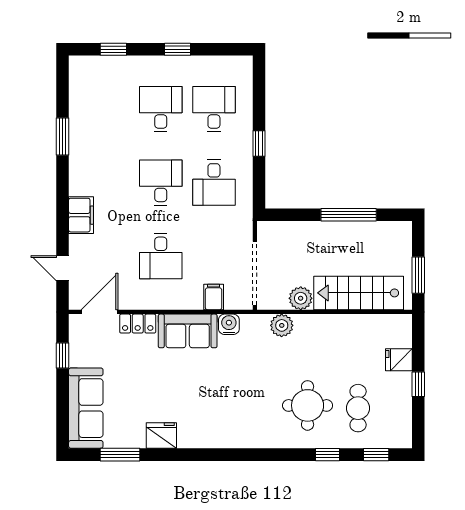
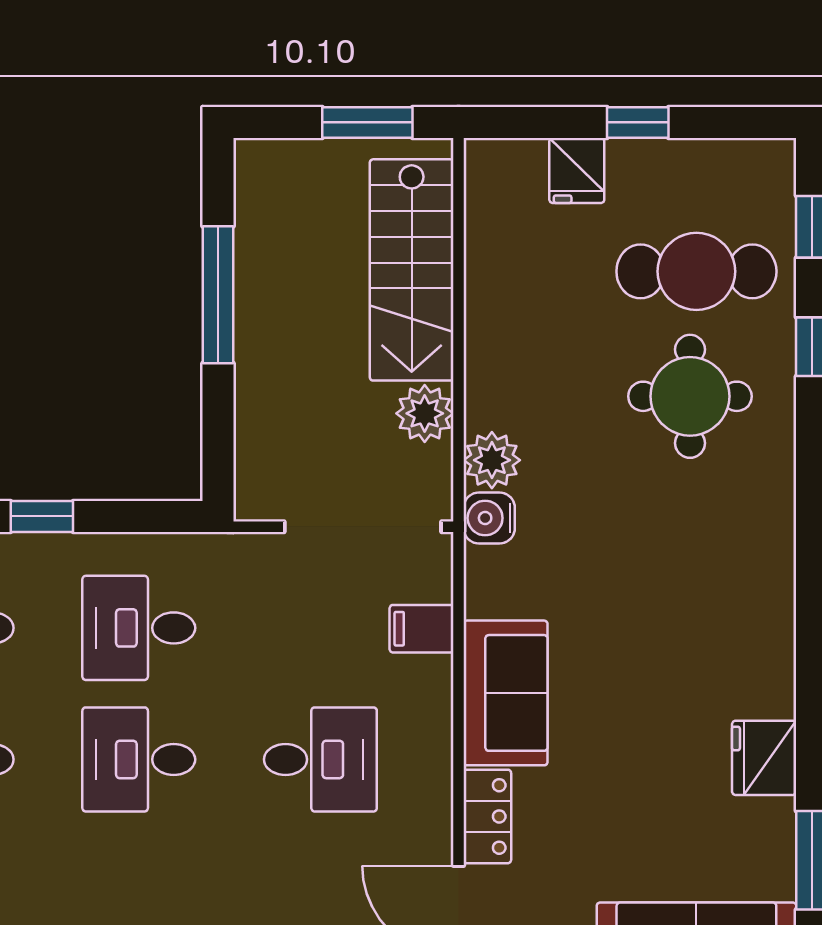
desk: (214, 183) -> (139, 628), turned 180
water cooler: (229, 324) -> (489, 518), moved
cafe table: (358, 408) -> (696, 271), width x1.37, depth x1.35

